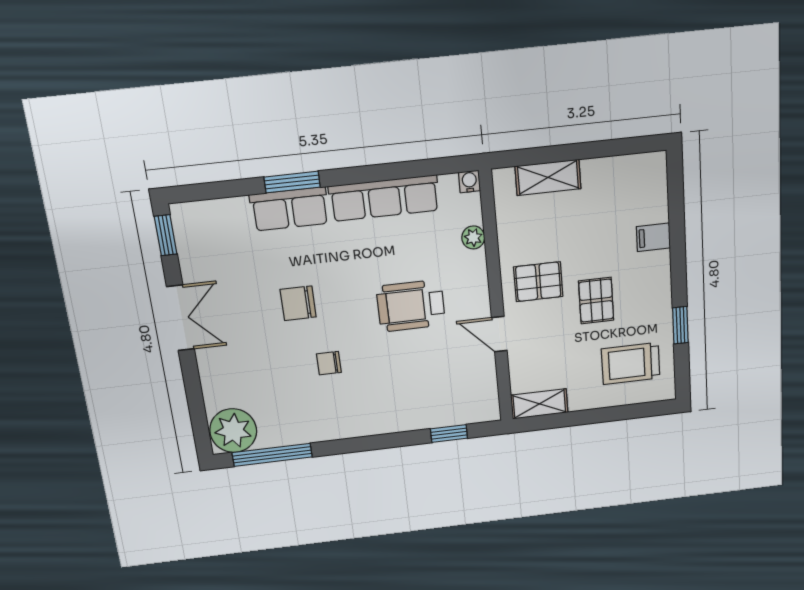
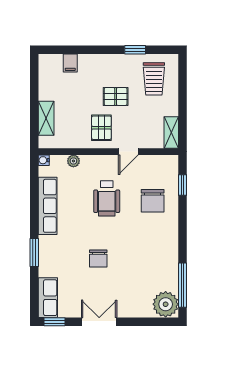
row of seats: (290, 209) -> (48, 298), moved
filing cabinet: (653, 237) -> (70, 63), moved
chair: (329, 363) -> (153, 201), moved, width x1.87, depth x1.87

